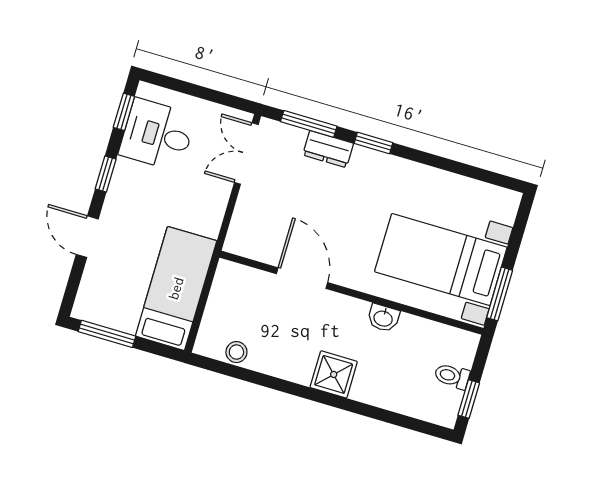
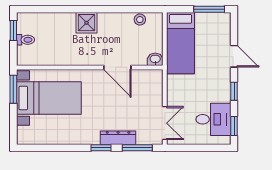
dresser: (328, 149) -> (118, 138), width x1.44
washbasin: (383, 318) -> (155, 59), moved

